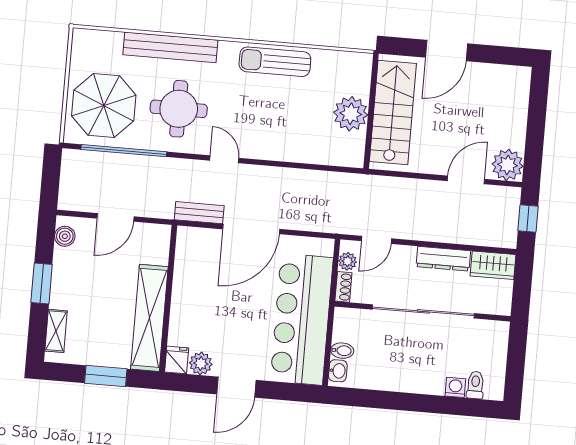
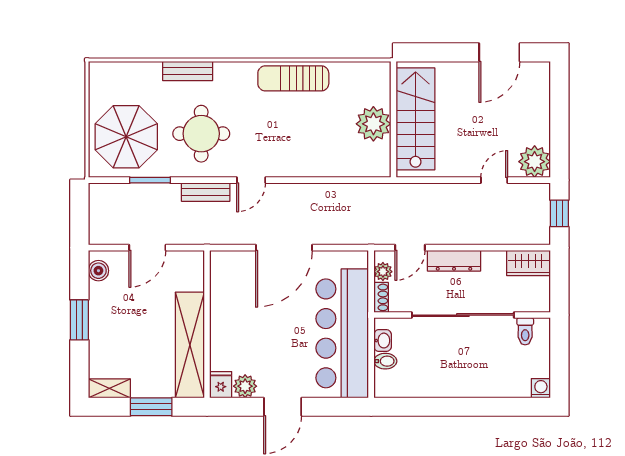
bench: (170, 47) -> (188, 71), width x0.54, depth x0.82
door: (446, 50) -> (499, 52), moved
window: (124, 151) -> (150, 180), width x0.47
door: (224, 159) -> (251, 180), swing flipped
door: (466, 180) -> (494, 180), width x0.73
bench: (199, 213) -> (206, 192), moved
dresser: (443, 259) -> (454, 261), moved
shelving: (56, 331) -> (109, 388), moved, turned 90
washbasin: (338, 371) -> (383, 341), moved
toilet: (475, 385) -> (525, 331), moved, turned 180
washing machine: (455, 387) -> (541, 388), moved

